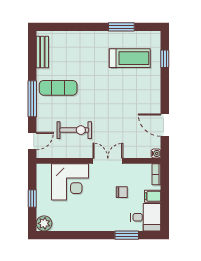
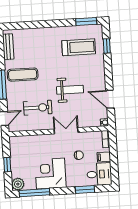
window: (121, 27) -> (86, 22), moved
weight bench: (116, 110) -> (70, 90), added
corner desk: (70, 182) -> (50, 174), moved, turned 180
window: (64, 235) -> (34, 193), added

